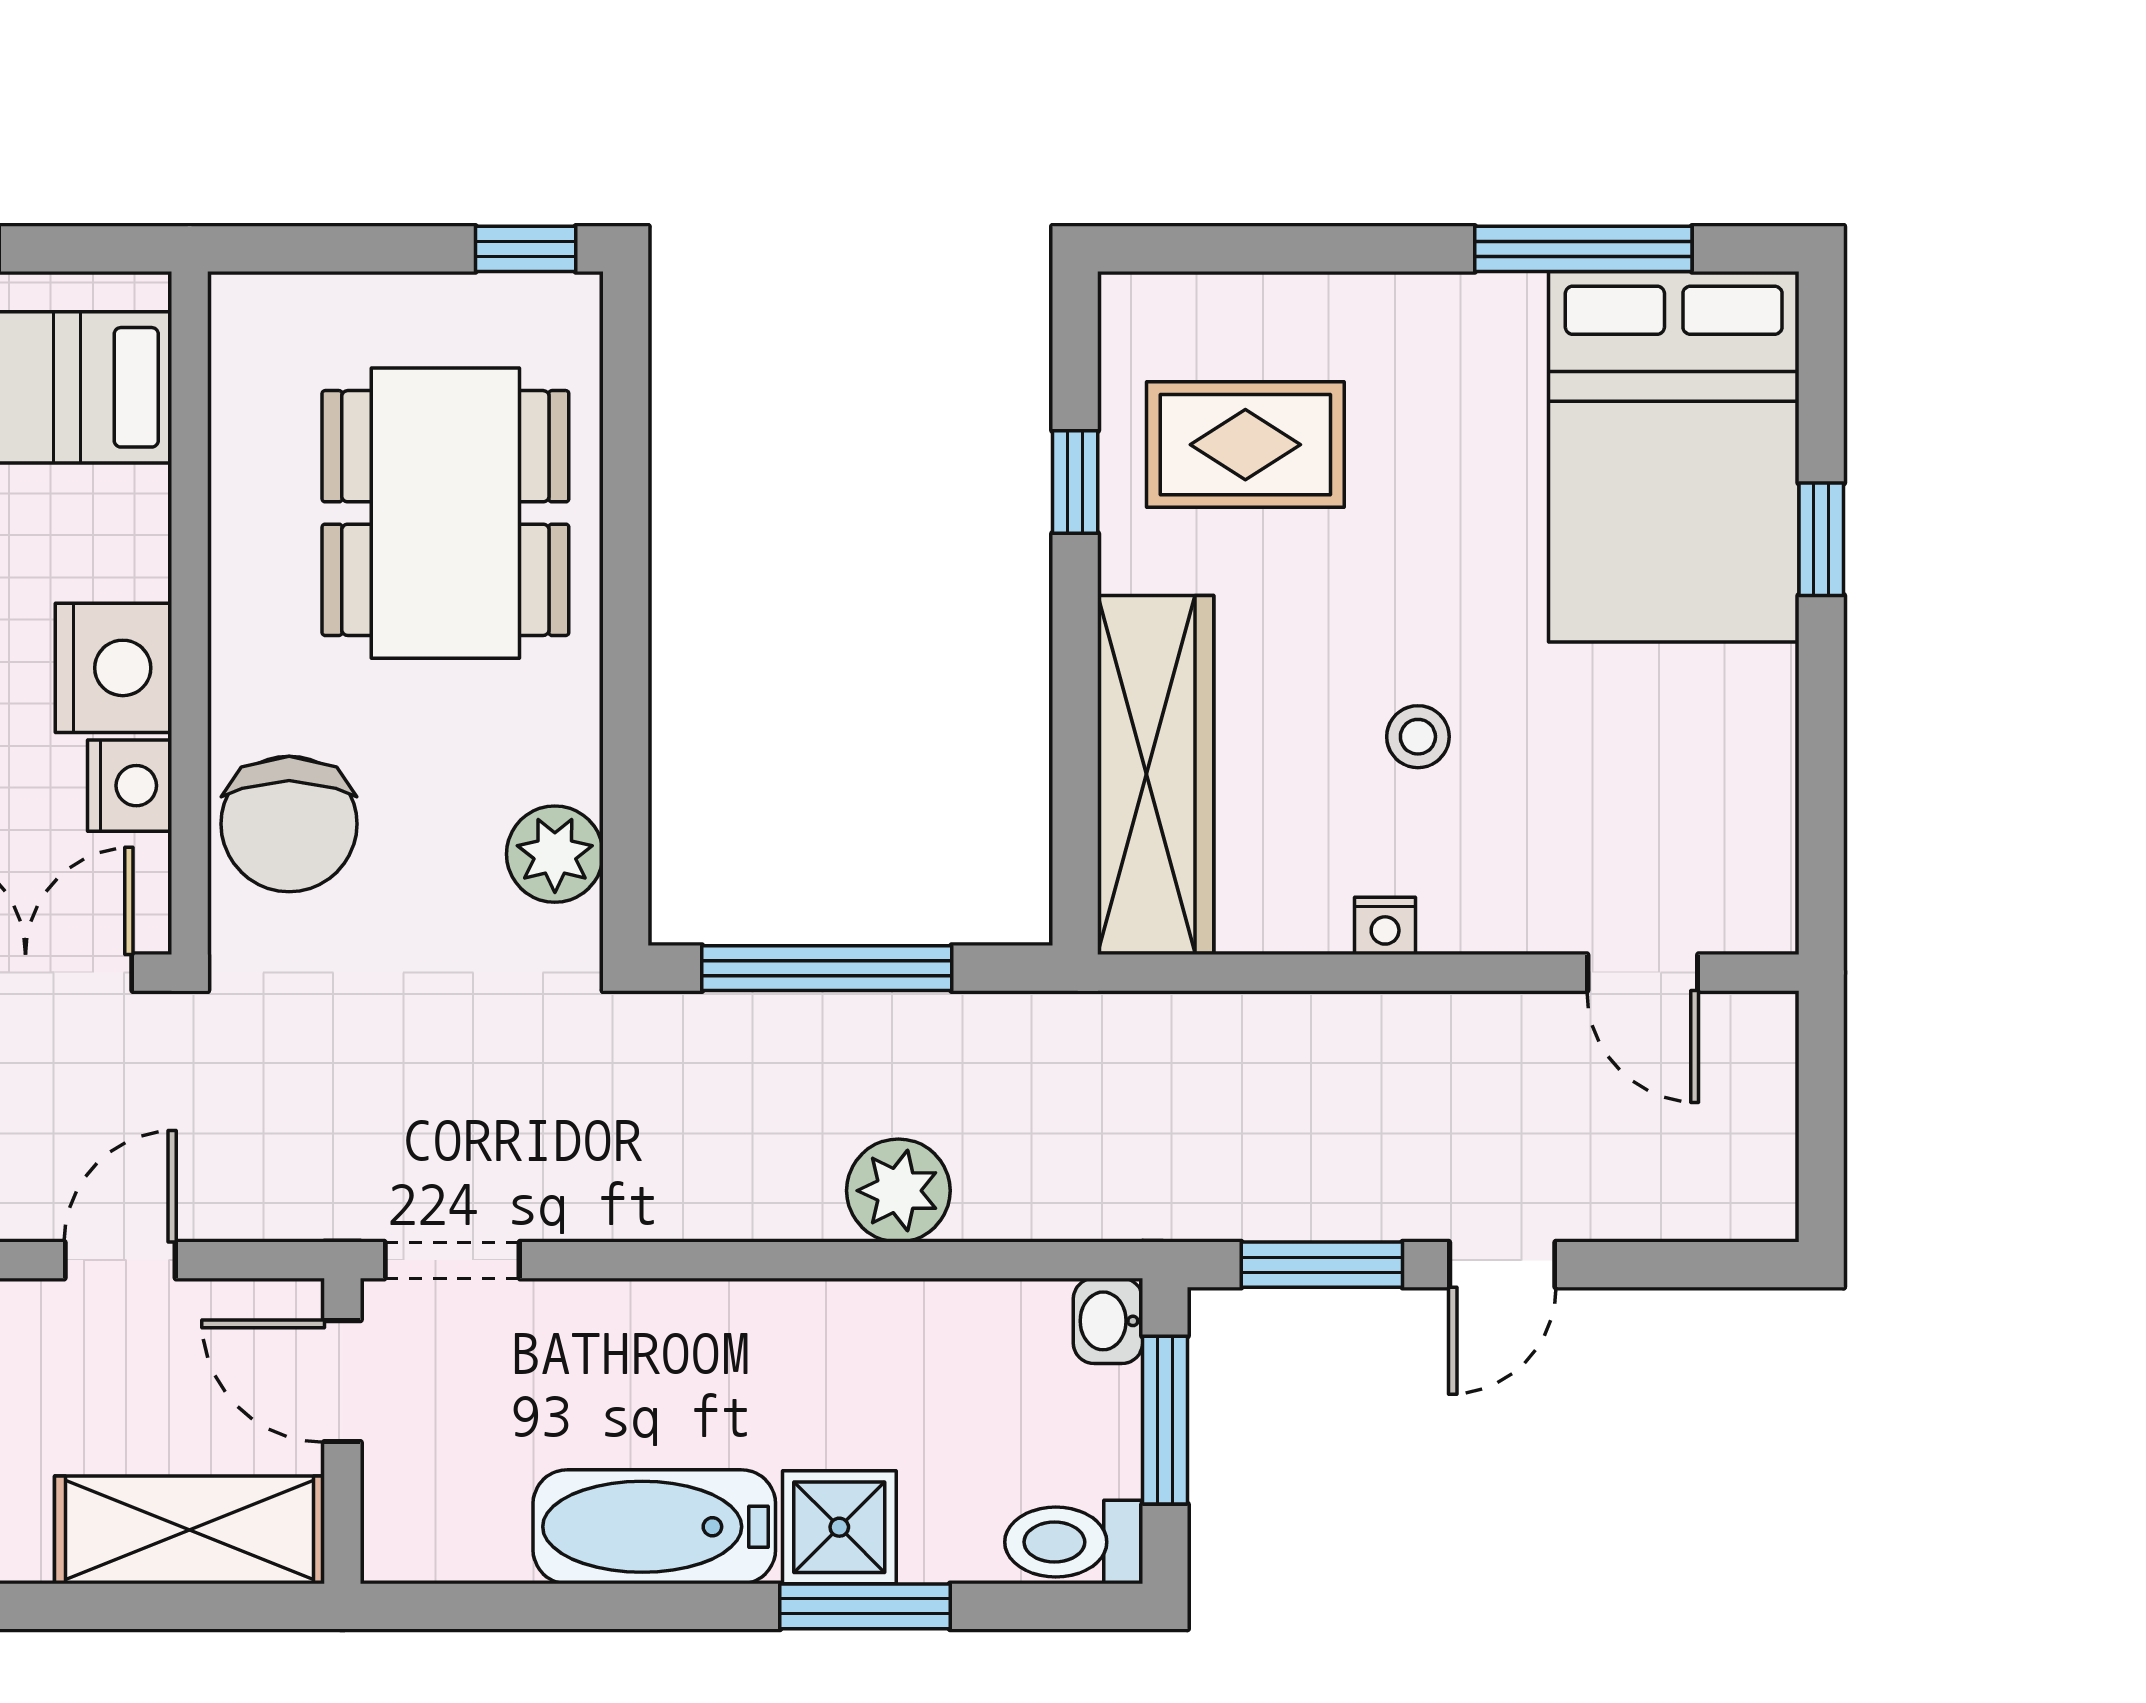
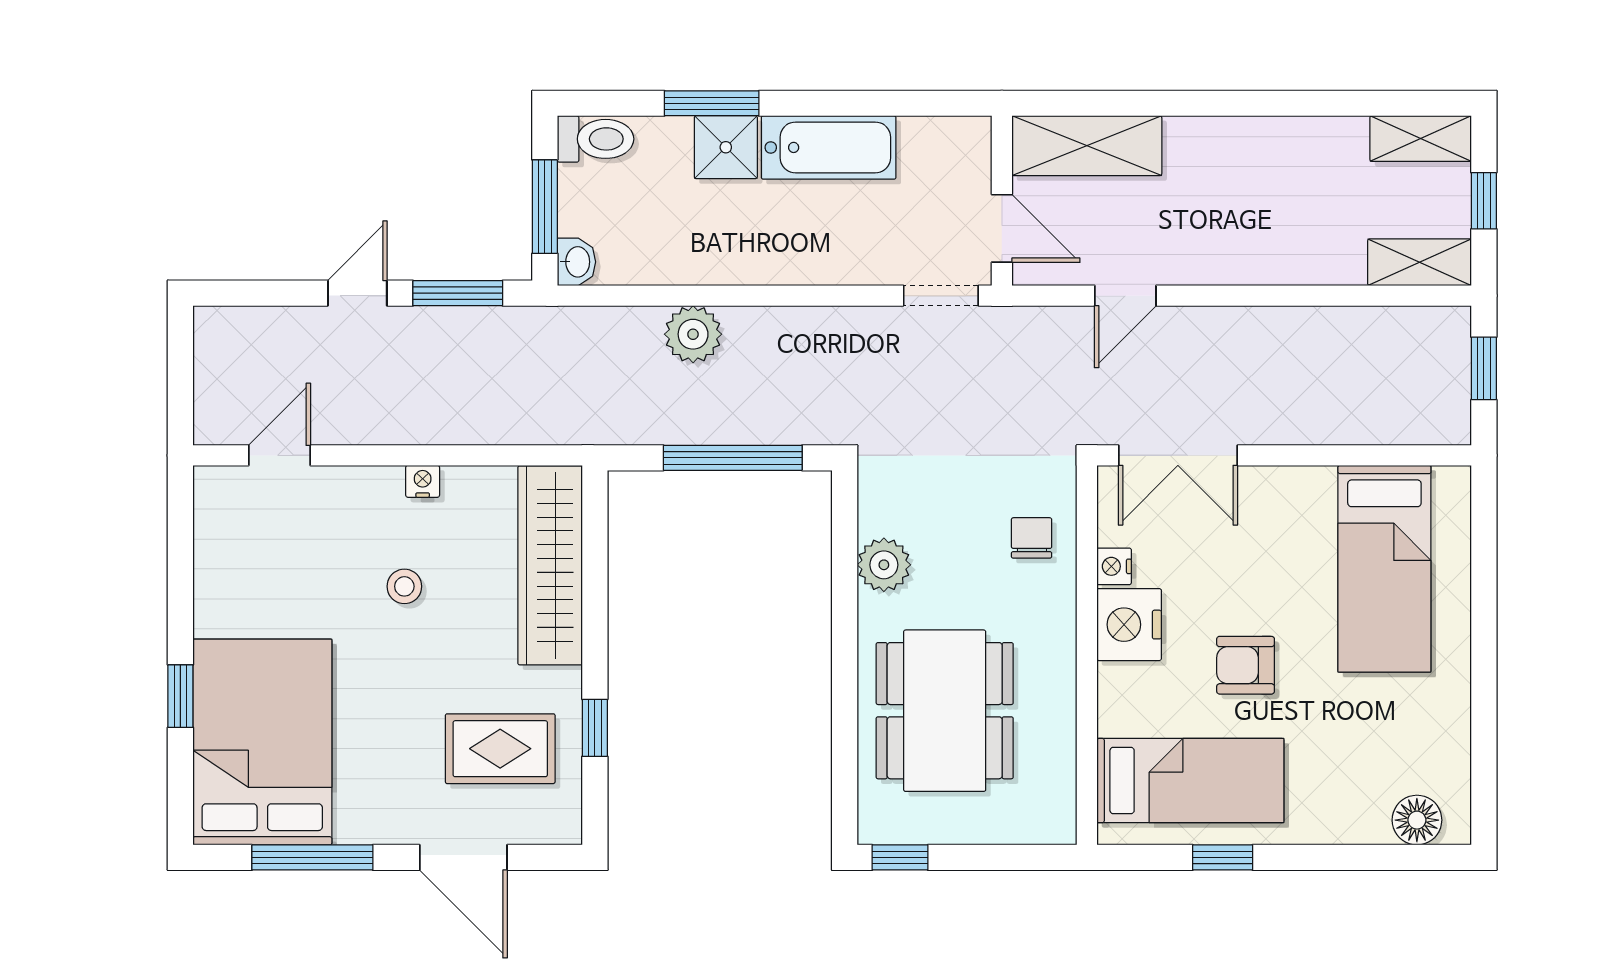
door: (1312, 249) -> (463, 857), added
nightstand: (130, 786) -> (1114, 566), width x0.72, depth x0.74
chair: (289, 824) -> (1032, 538), width x0.54, depth x0.54
plant: (555, 854) -> (884, 565), moved
door: (1643, 973) -> (279, 455), hinge flipped

